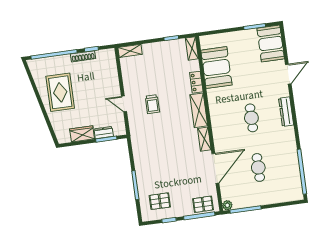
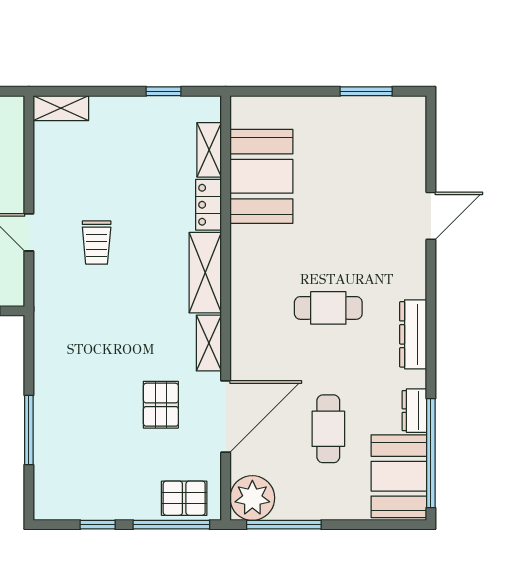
booth: (271, 43) -> (399, 476), moved
shelving: (192, 48) -> (209, 150), moved
dresser: (286, 112) -> (413, 334), moved
cafe table: (251, 118) -> (328, 308), turned 90
dresser: (293, 155) -> (414, 411), added
pallet: (160, 201) -> (161, 405), moved, turned 90
plant: (227, 205) -> (252, 498), width x1.88, depth x1.88

